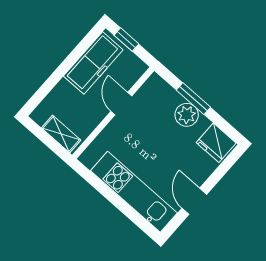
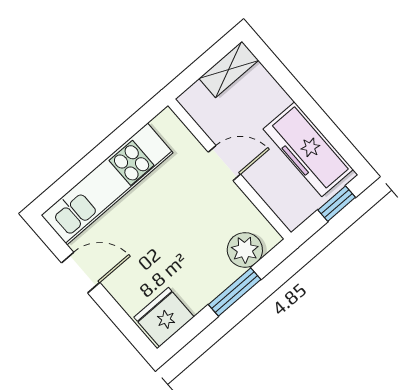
door: (121, 104) -> (224, 163), moved
plant: (187, 115) -> (245, 250), moved
shelving: (61, 134) -> (229, 69), moved

